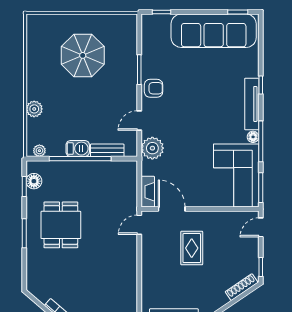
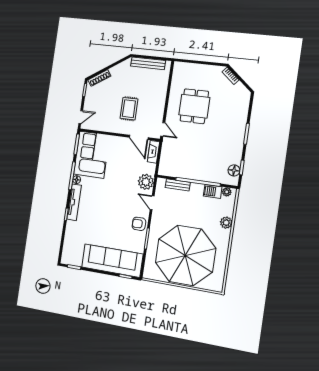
sofa: (214, 31) -> (112, 261), moved
parasol: (83, 55) -> (185, 255), width x1.86, depth x1.86
door: (139, 120) -> (152, 203), swing flipped
barbecue: (78, 149) -> (213, 191), moved
dining table: (61, 225) -> (194, 106), moved
door: (139, 225) -> (163, 129), hinge flipped

